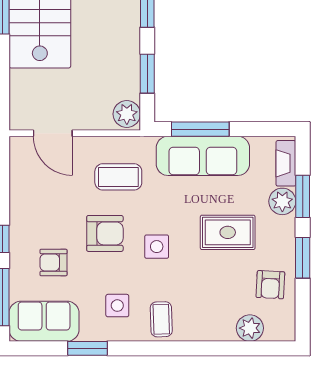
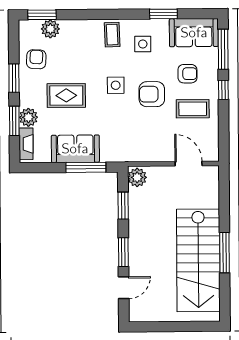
sofa: (203, 156) -> (75, 149), width x0.73
coffee table: (118, 177) -> (193, 109), moved
window: (262, 348) -> (42, 15), added

